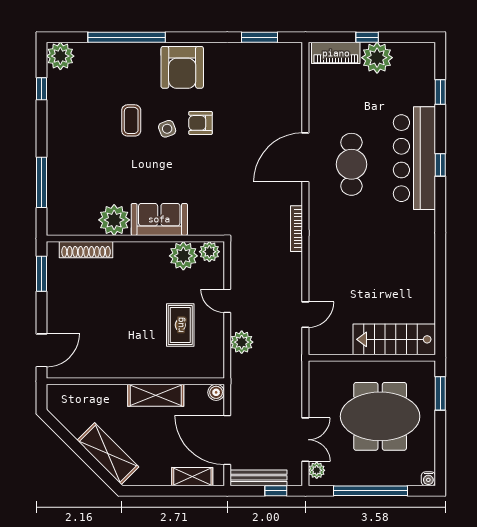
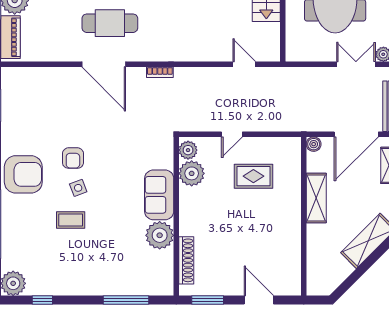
bookcase: (297, 229) -> (160, 72), width x0.64
plant: (242, 342) -> (269, 121), removed
door: (42, 350) -> (259, 300), moved

